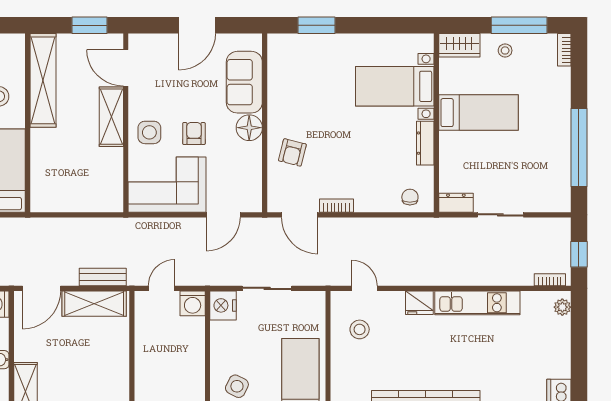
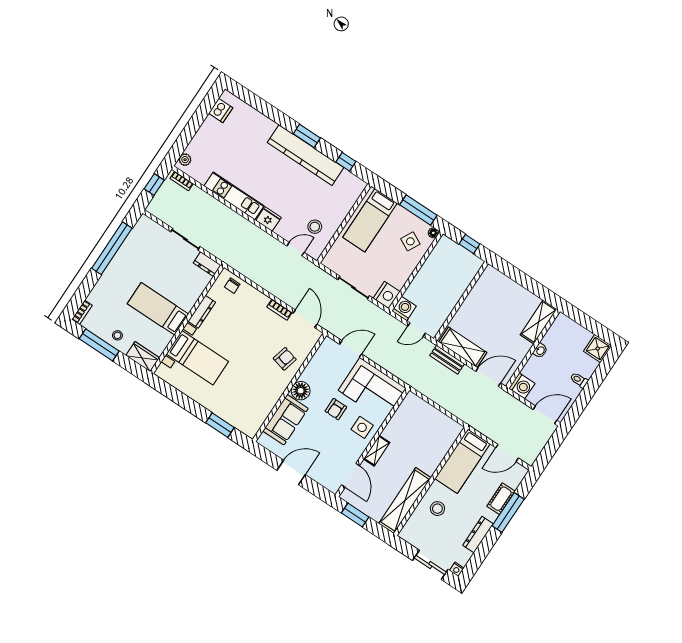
shelving: (111, 117) -> (377, 451), width x0.67, depth x0.75
door: (365, 288) -> (295, 249), swing flipped

